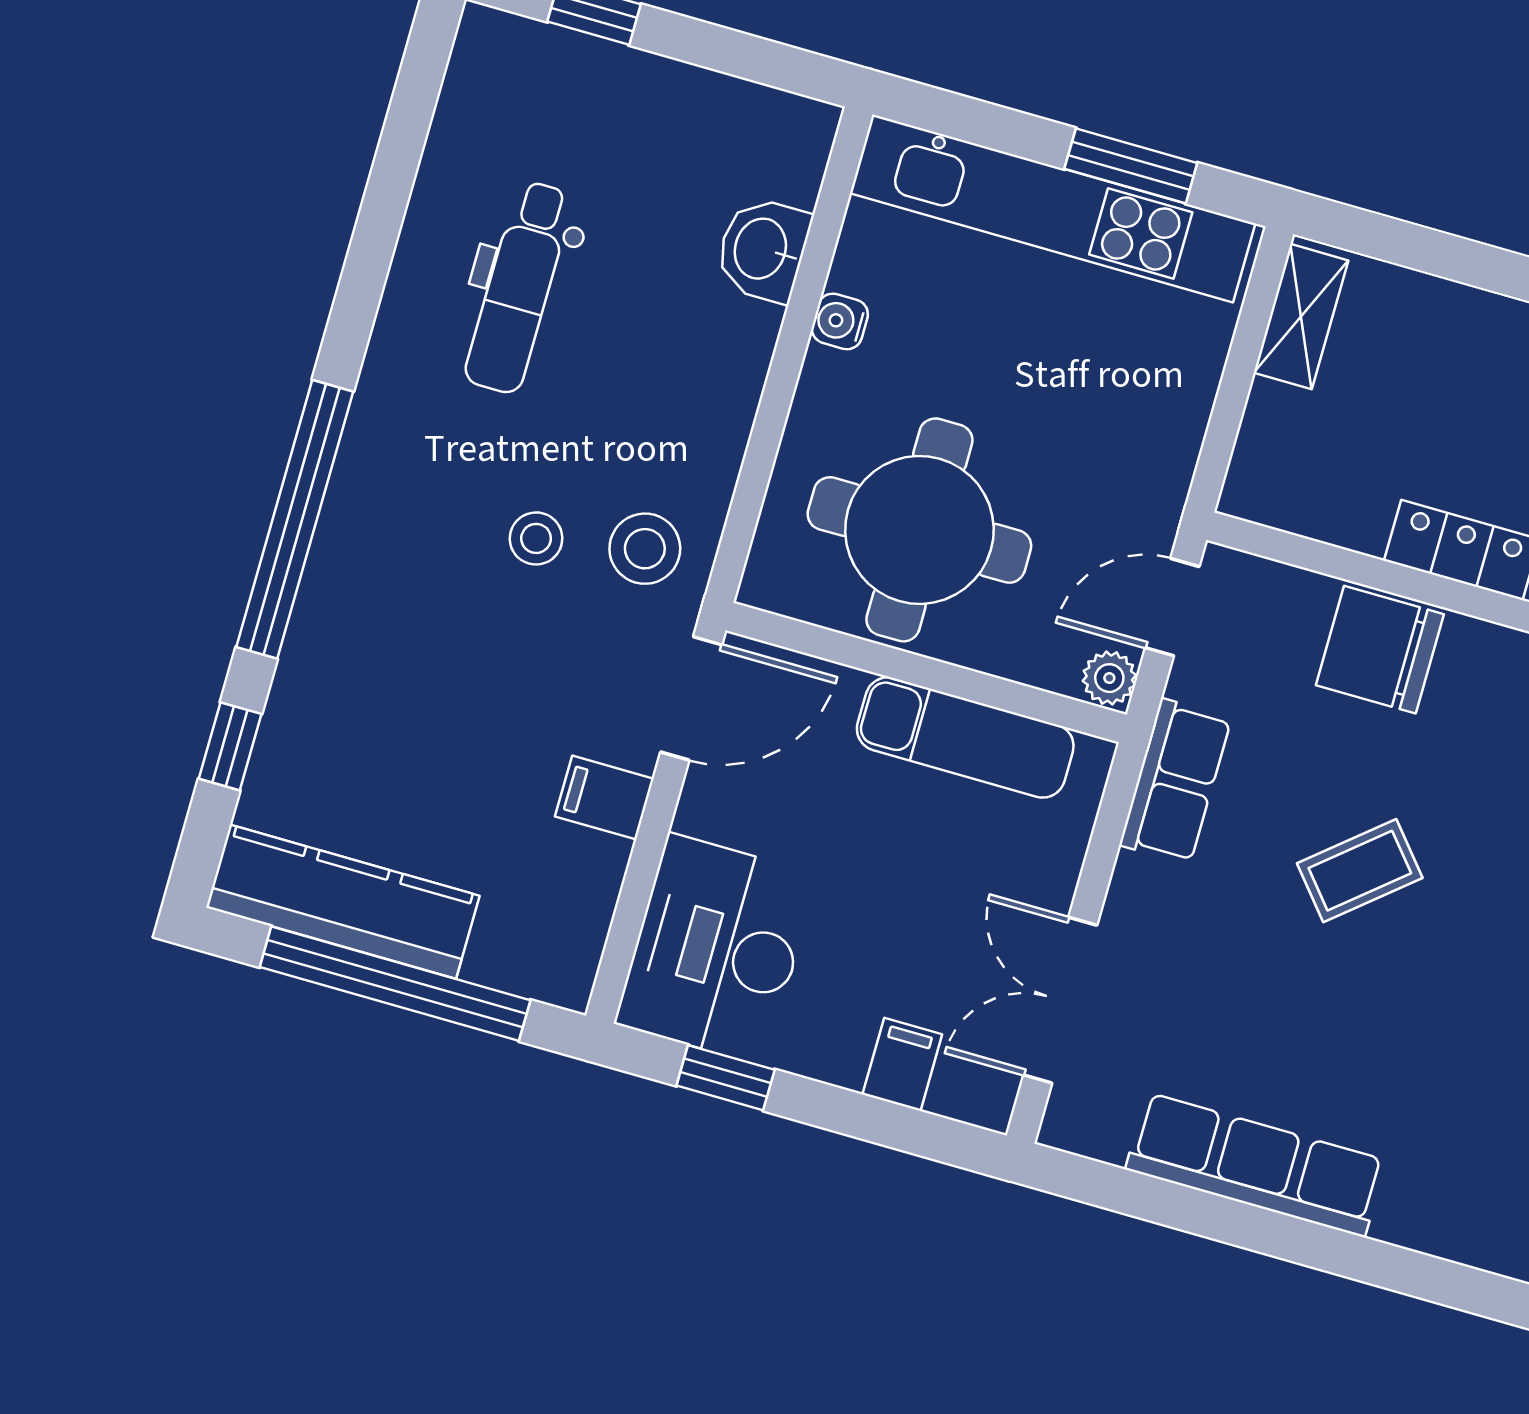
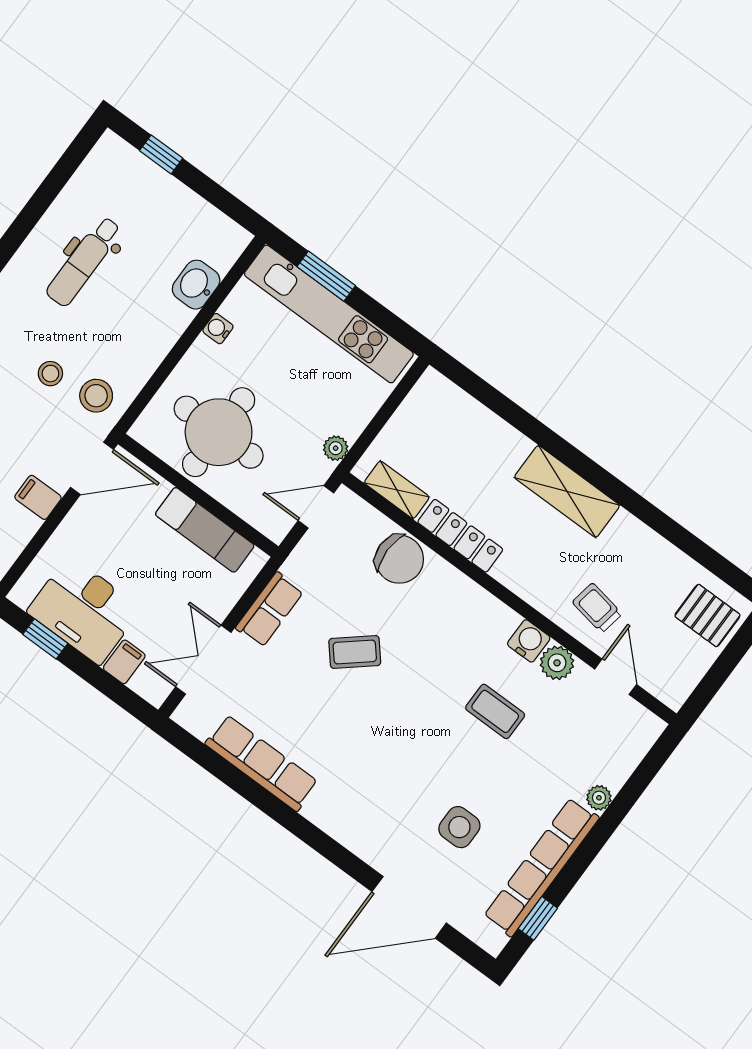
window: (1131, 166) -> (326, 276), moved
shelving: (1301, 317) -> (397, 490), moved, turned 90
chair: (1380, 650) -> (399, 559), turned 180
plant: (1109, 678) -> (336, 448), moved
row of seats: (1175, 781) -> (270, 610), moved
desk: (716, 949) -> (84, 610), moved, turned -90

